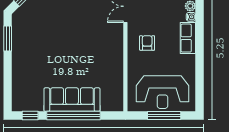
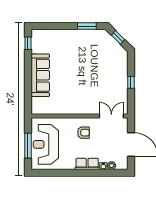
window: (74, 116) -> (28, 76), removed

